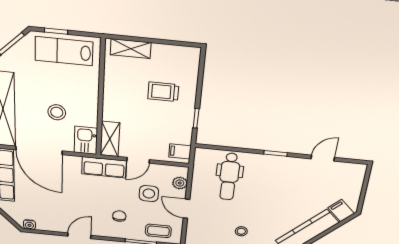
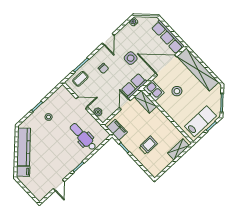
filing cabinet: (180, 151) -> (117, 130), width x2.00
side table: (149, 194) -> (131, 58), moved

